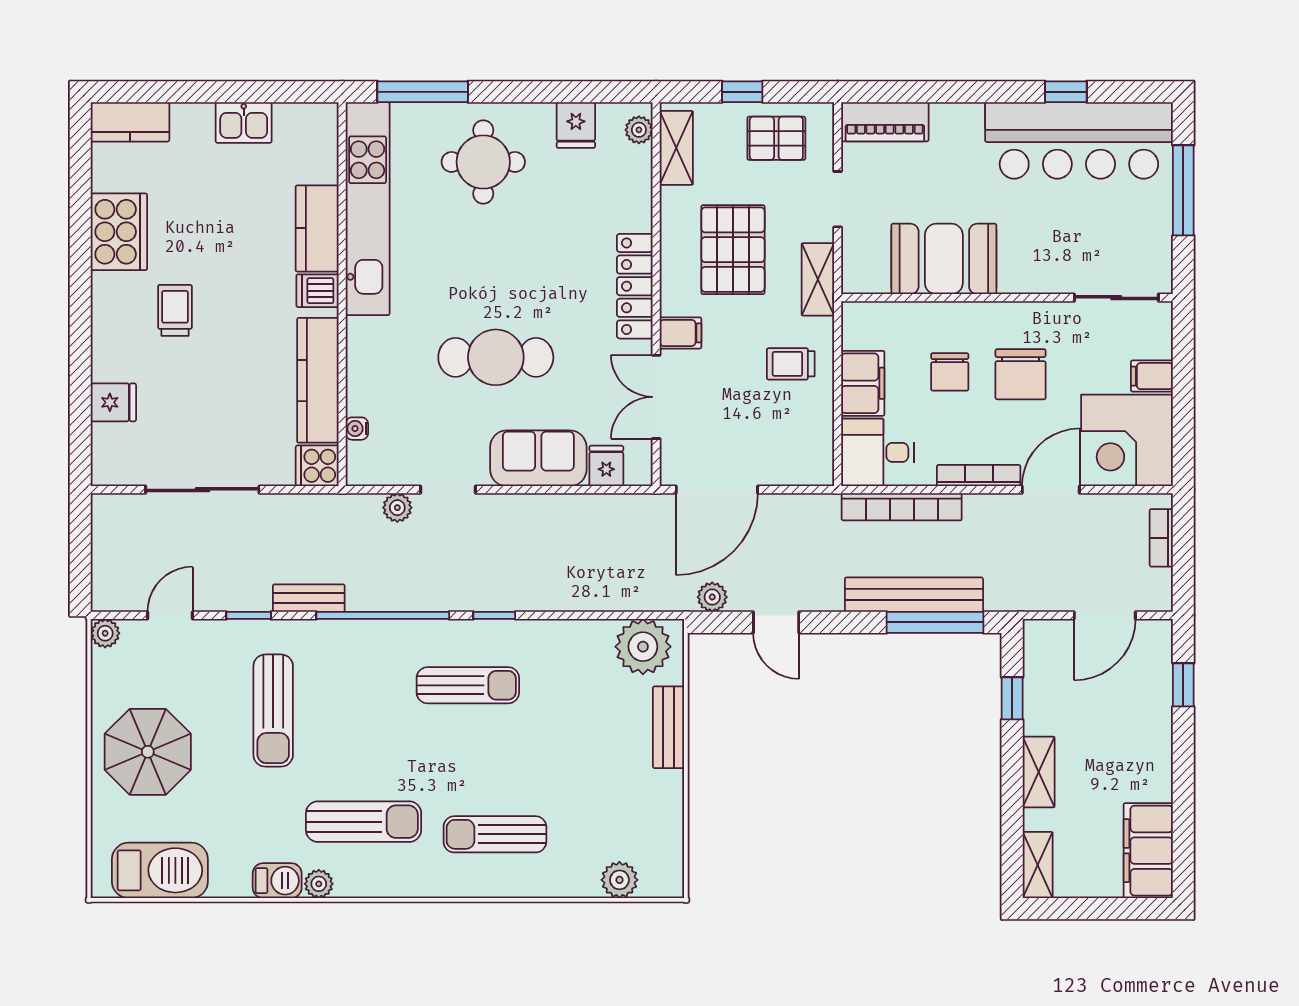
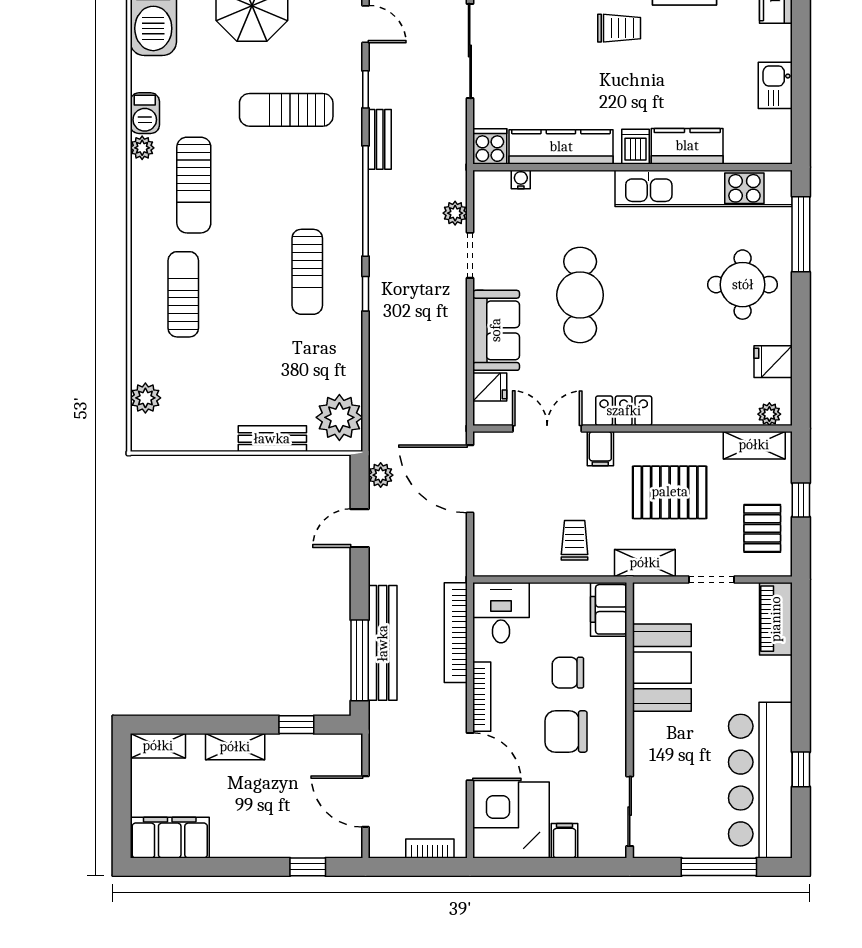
locker: (635, 286) -> (624, 411), width x0.66
filing cabinet: (863, 383) -> (609, 609), moved, turned 90

